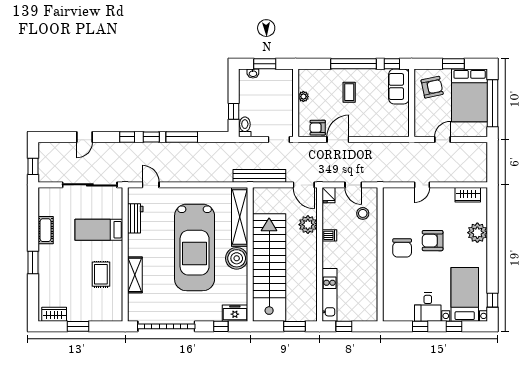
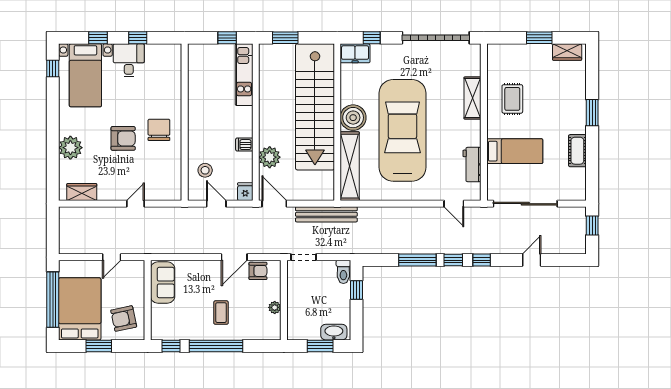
washbasin: (253, 73) -> (334, 332), width x1.91, depth x1.45
sofa: (399, 87) -> (163, 283), moved

